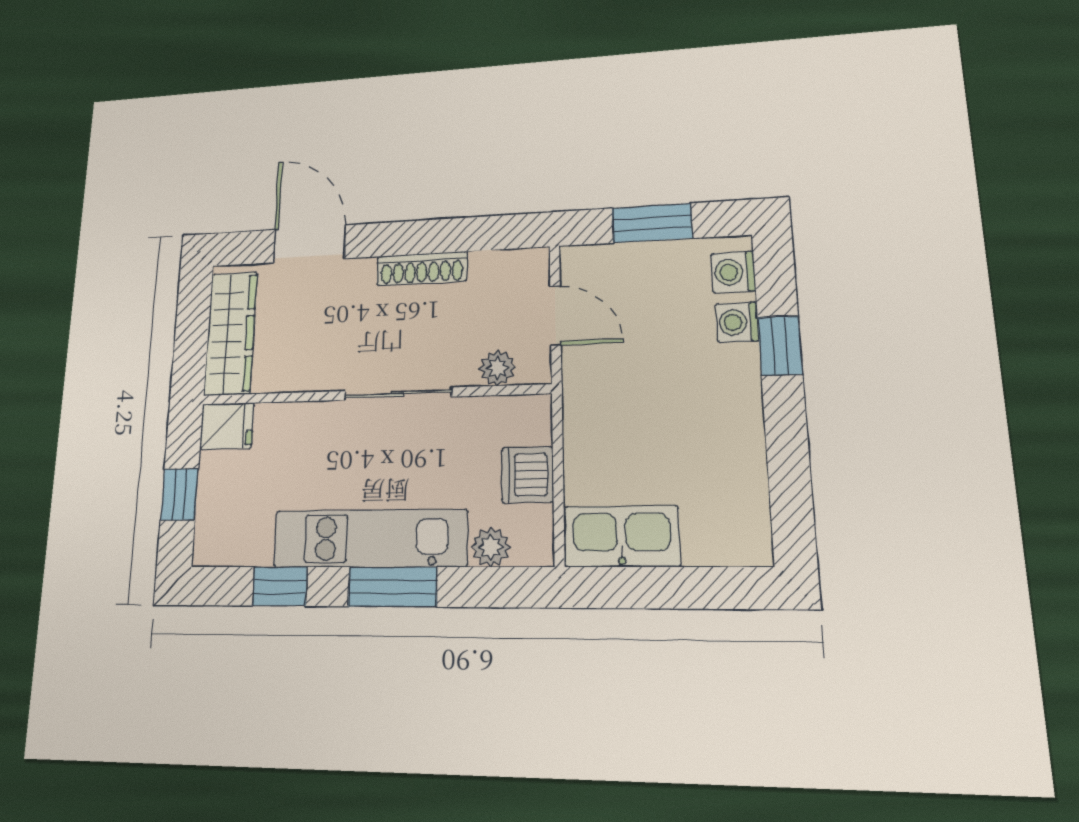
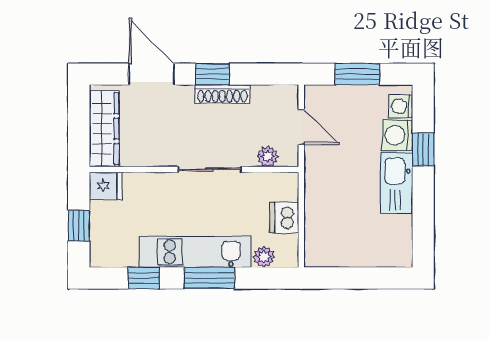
window: (406, 238) -> (212, 74), added
washing machine: (737, 322) -> (397, 135), width x1.38, depth x1.38
kitchen sink: (621, 536) -> (396, 183), moved, turned -90

